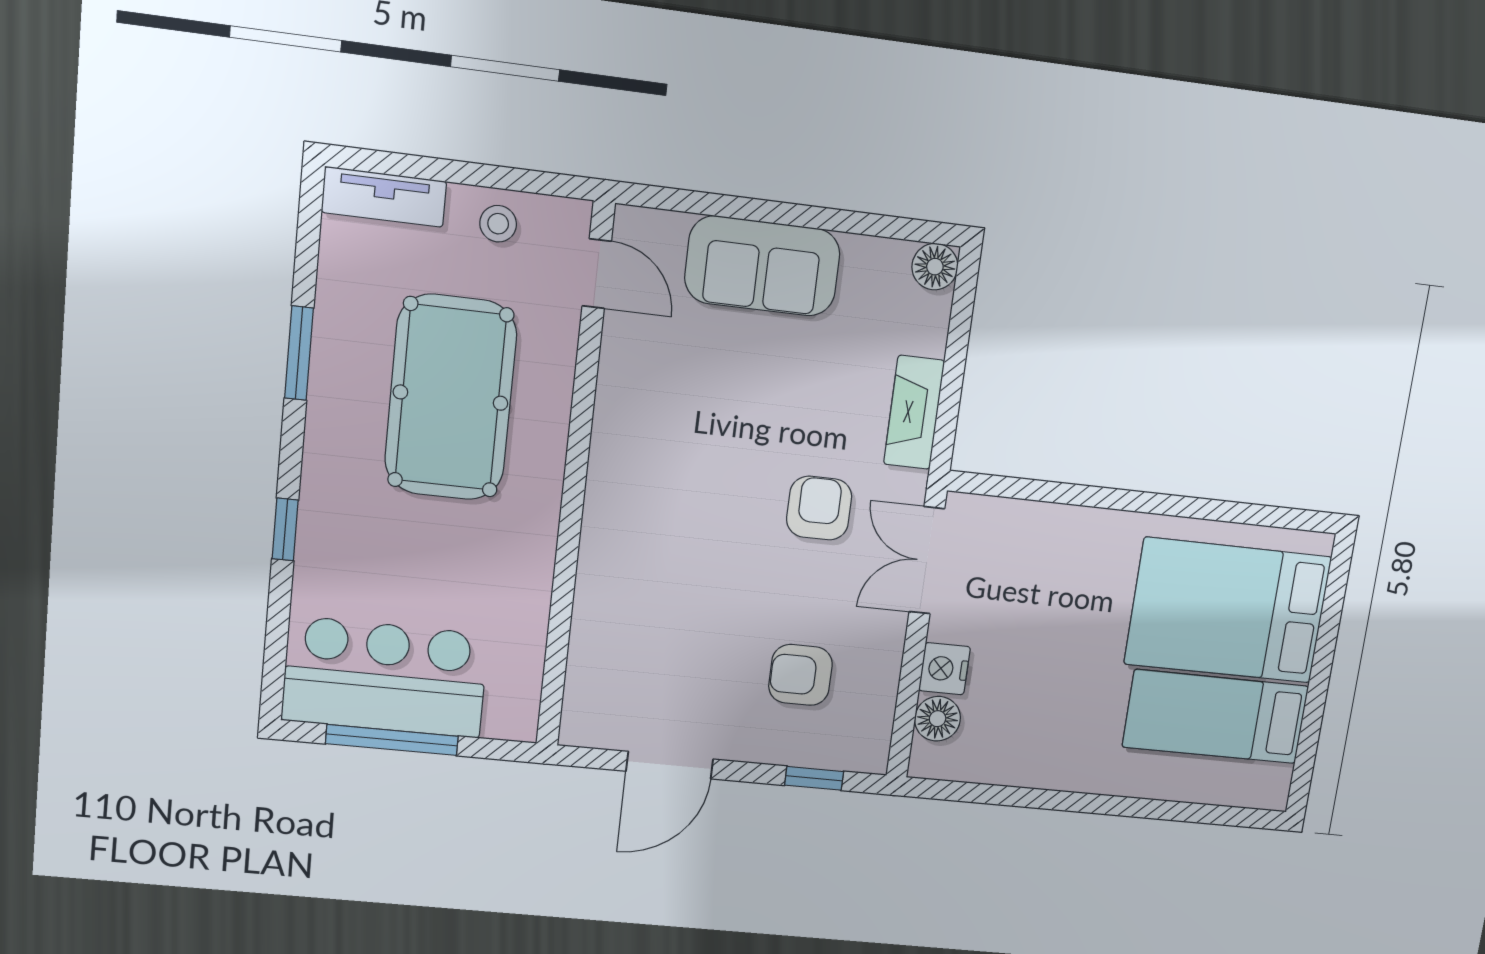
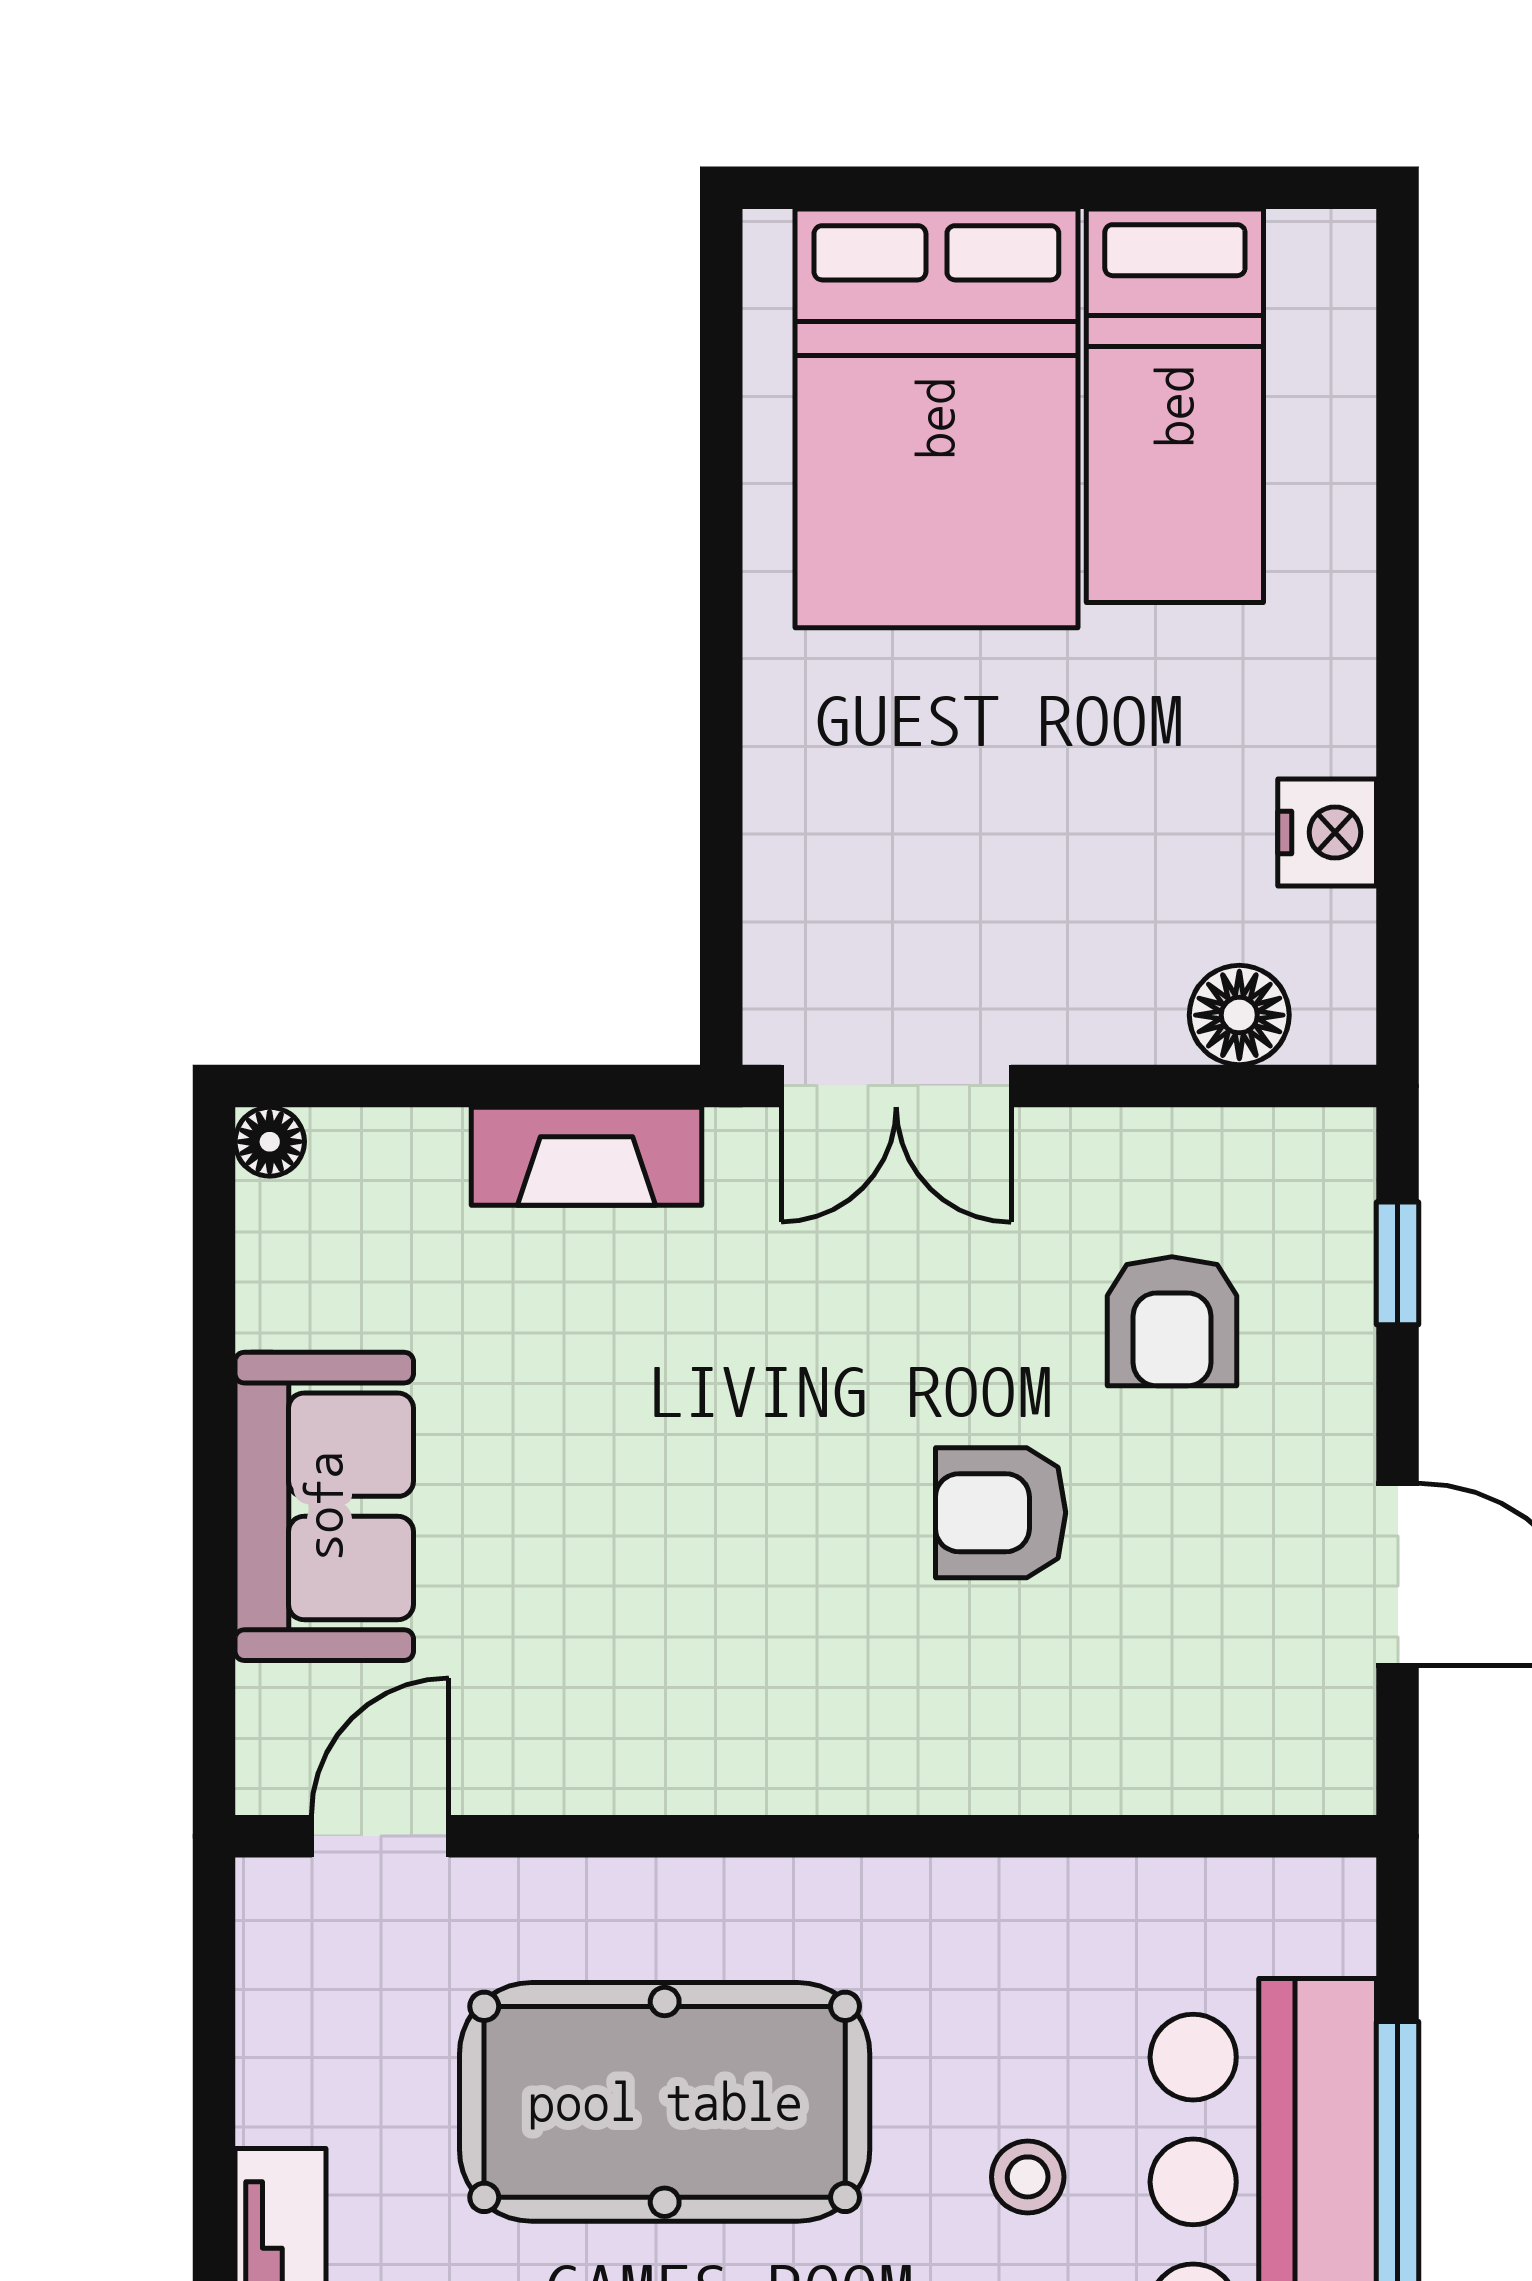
stool: (498, 224) -> (1028, 2177), moved
floor lamp: (935, 267) -> (270, 1142), width x0.73, depth x0.73
armchair: (819, 508) -> (1001, 1513), moved
nightstand: (944, 669) -> (1327, 832), moved, turned -90

